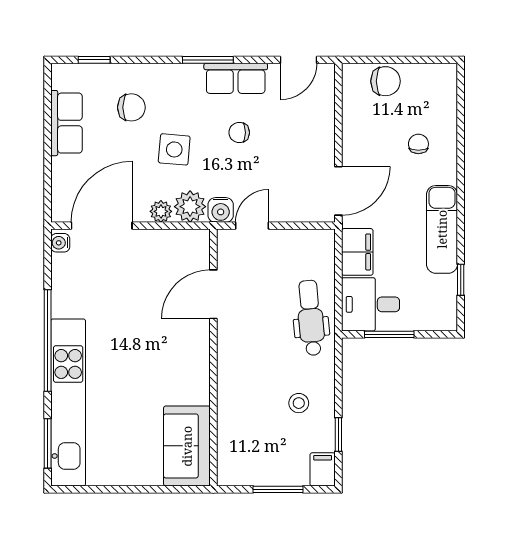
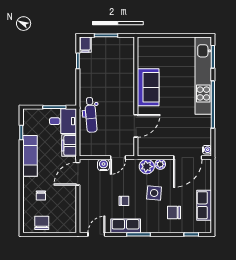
chair: (385, 81) -> (42, 223), moved, turned 90
water cooler: (221, 210) -> (103, 165), moved
stool: (299, 403) -> (96, 75), removed
sofa: (187, 446) -> (148, 87), moved

